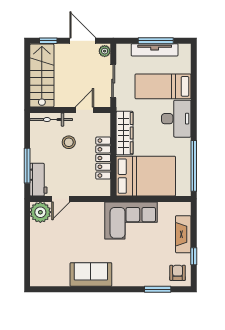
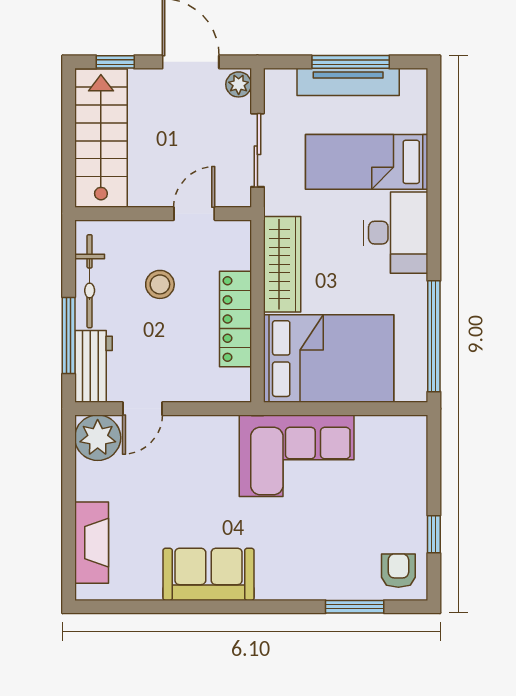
bicycle: (51, 120) -> (90, 281), moved, turned -90
fireplace: (183, 234) -> (92, 543), moved, turned 180

